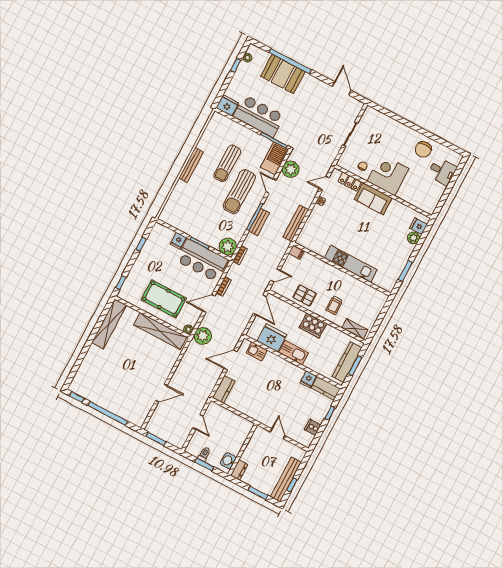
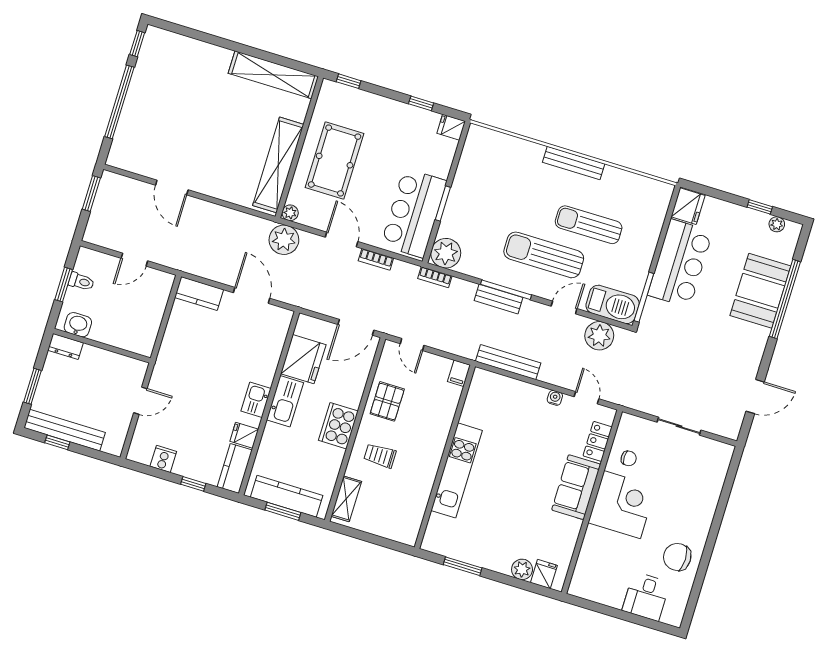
fridge: (178, 241) -> (451, 127), moved
kitchen sink: (257, 351) -> (256, 400), moved

